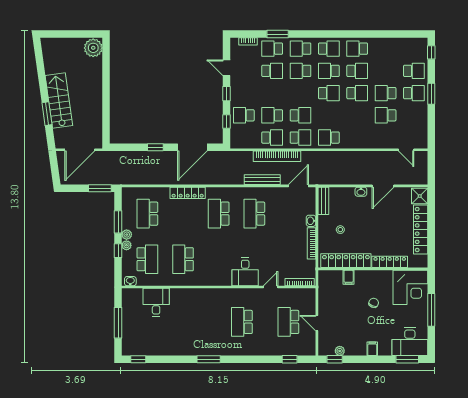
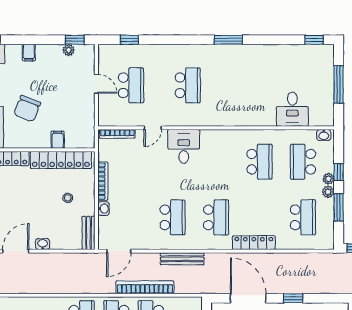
door: (192, 147) -> (248, 298), hinge flipped
bench: (262, 180) -> (182, 259), moved
chair: (374, 303) -> (27, 109), width x1.87, depth x1.87

